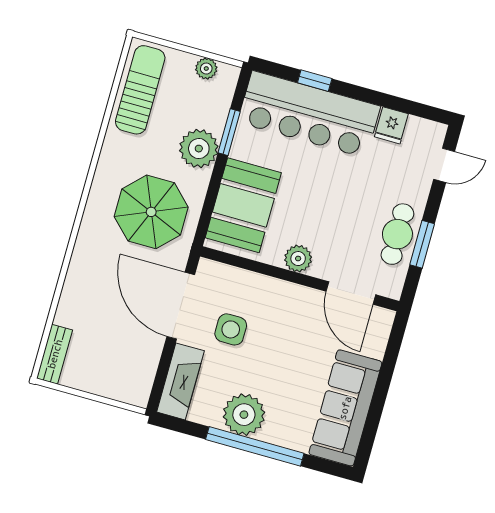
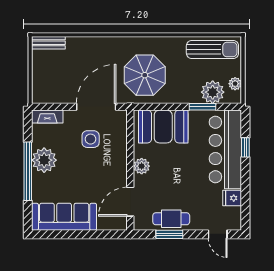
plant: (199, 149) -> (213, 92), moved
fireplace: (180, 381) -> (47, 117), width x0.73, depth x0.76

